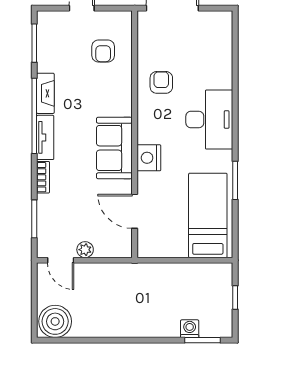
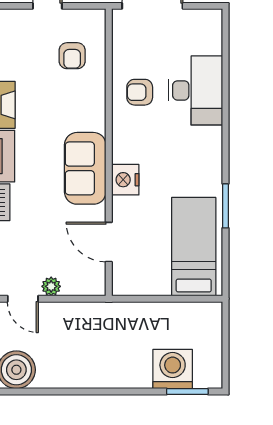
armchair: (161, 82) -> (140, 92), turned -90
desk: (209, 120) -> (195, 90), moved
window: (235, 297) -> (225, 342), removed
washing machine: (190, 329) -> (173, 369), width x1.89, depth x1.89

